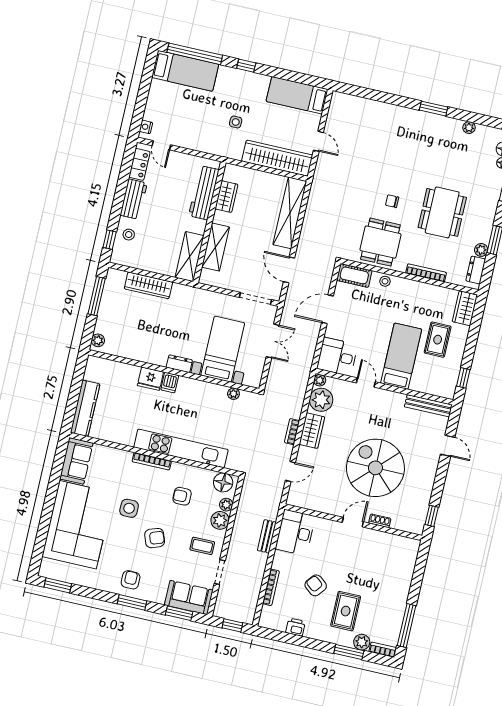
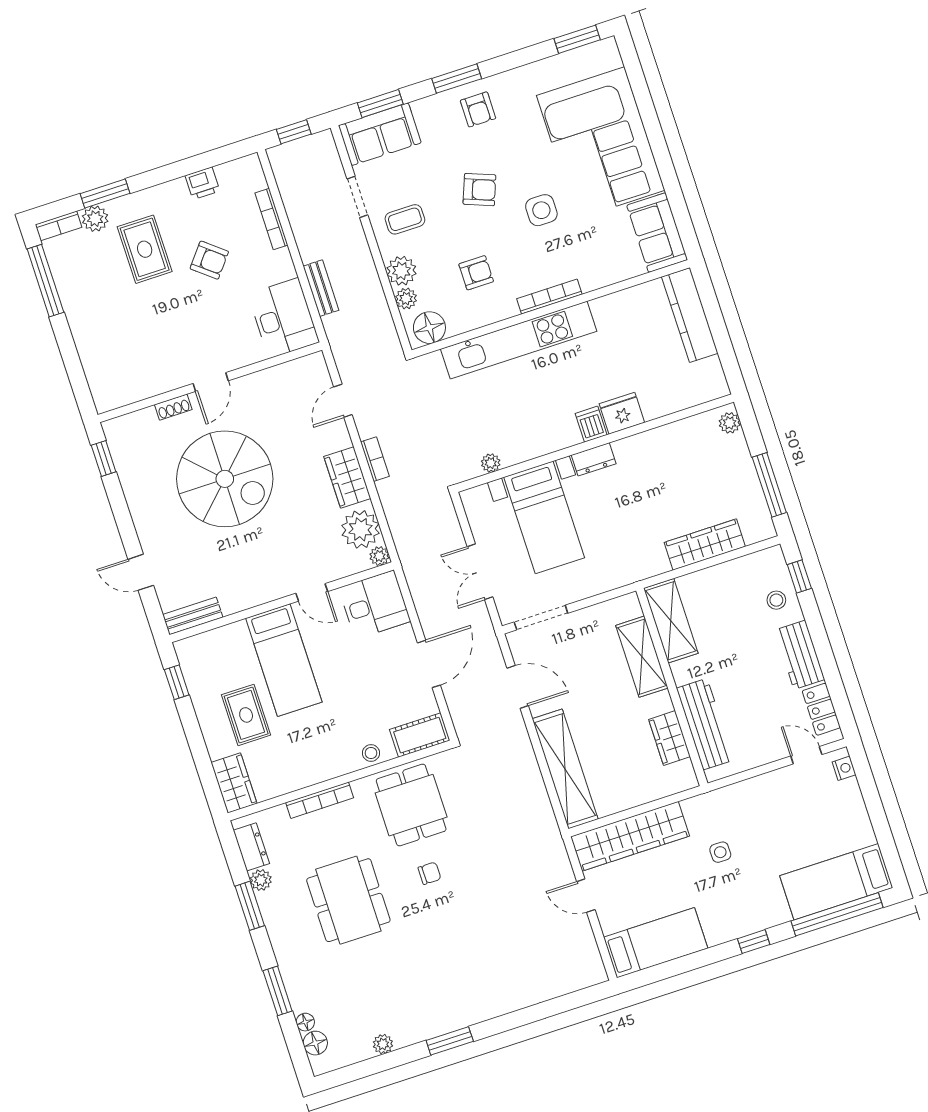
bench: (428, 406) -> (193, 616), width x0.73
armchair: (155, 538) -> (479, 190), turned -139

